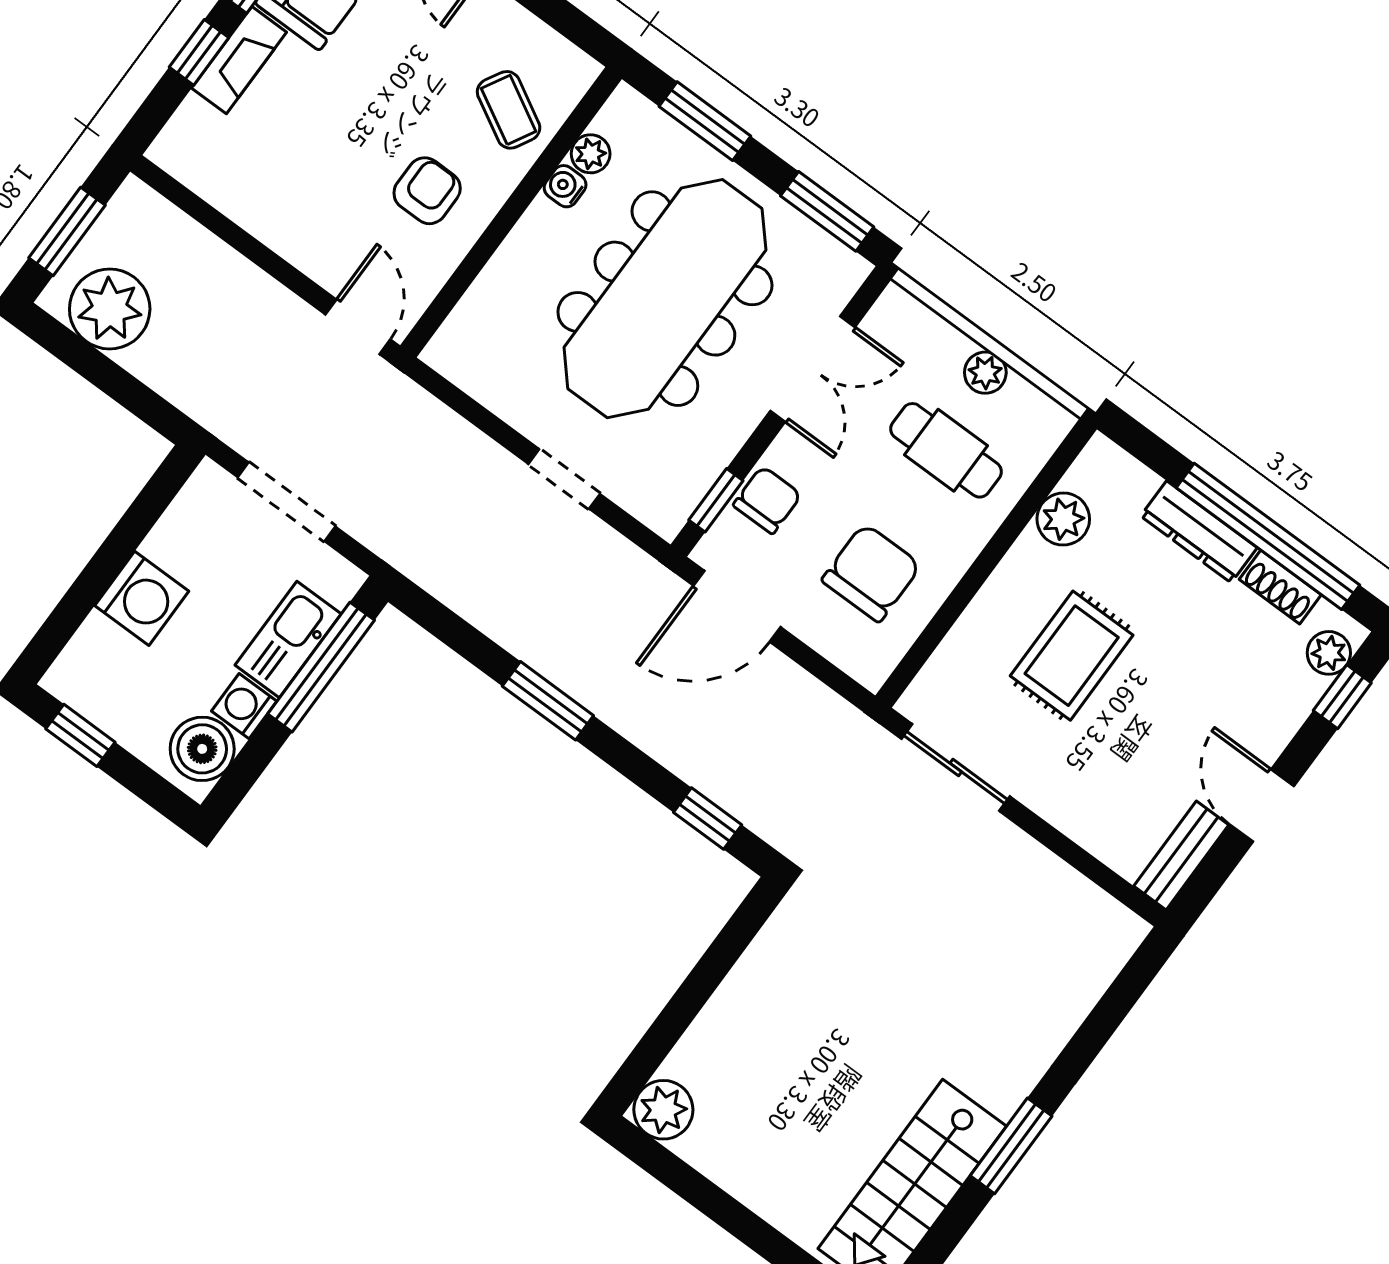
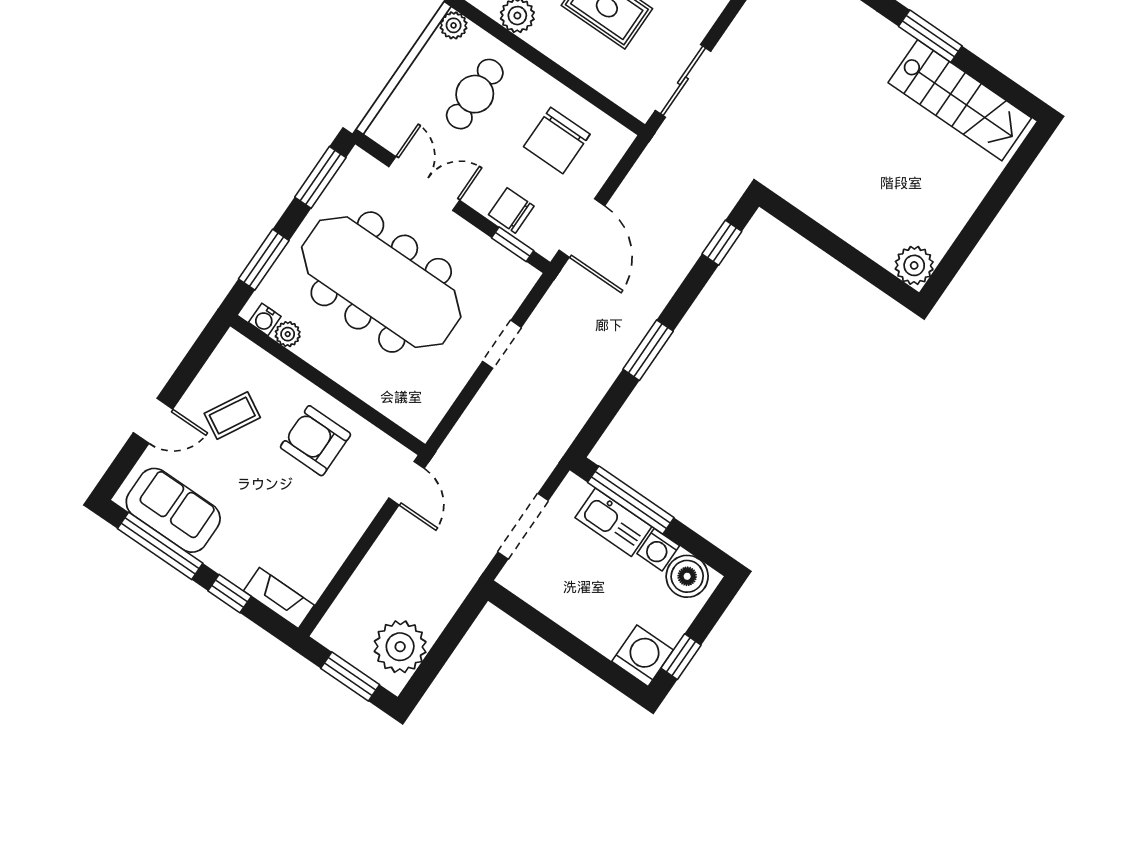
fireplace: (239, 60) -> (279, 598), moved
coffee table: (509, 110) -> (232, 415), moved
water cooler: (565, 186) -> (265, 319), moved
armchair: (427, 191) -> (315, 441), width x1.38, depth x1.38
door: (358, 327) -> (406, 483), swing flipped
plant: (985, 373) -> (454, 25), moved
chair: (871, 573) -> (557, 140), turned -90
washing machine: (142, 598) -> (643, 656), moved

